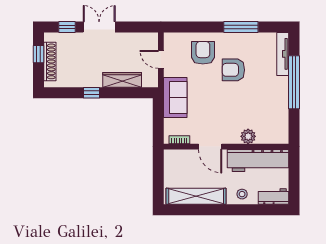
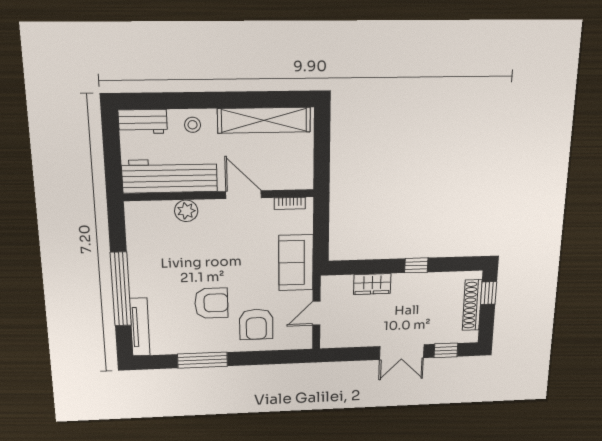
window: (39, 54) -> (489, 293), moved
door: (161, 59) -> (316, 313), swing flipped
wardrobe: (122, 80) -> (372, 284), width x0.67

